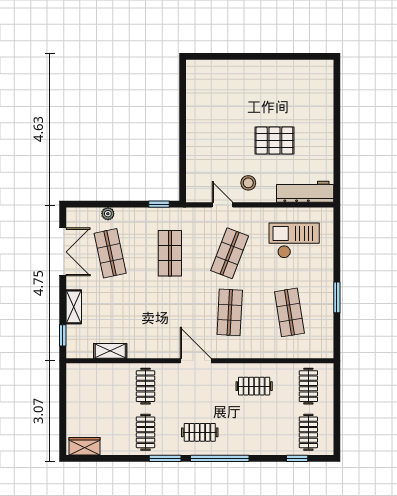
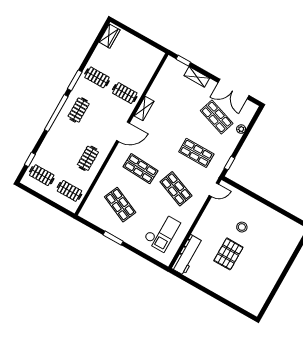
stool: (248, 183) -> (242, 227), moved
door: (223, 205) -> (214, 190), moved
shop shelf: (110, 253) -> (217, 117), turned 30
shop shelf: (289, 312) -> (120, 205), turned 33
shelving: (110, 351) -> (144, 109), moved

